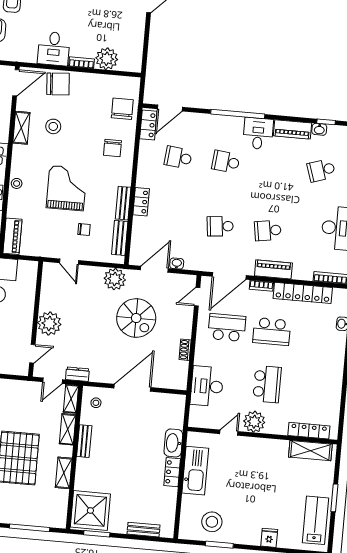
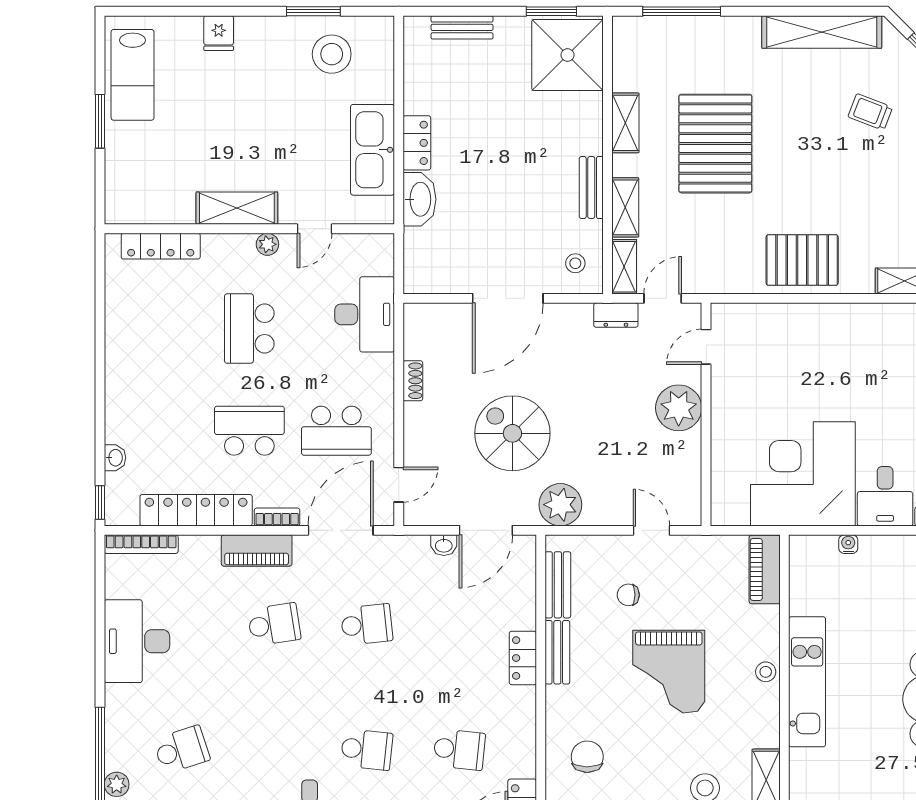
plant: (254, 422) -> (267, 244), width x0.53, depth x0.53
shelving: (310, 451) -> (237, 208), moved

